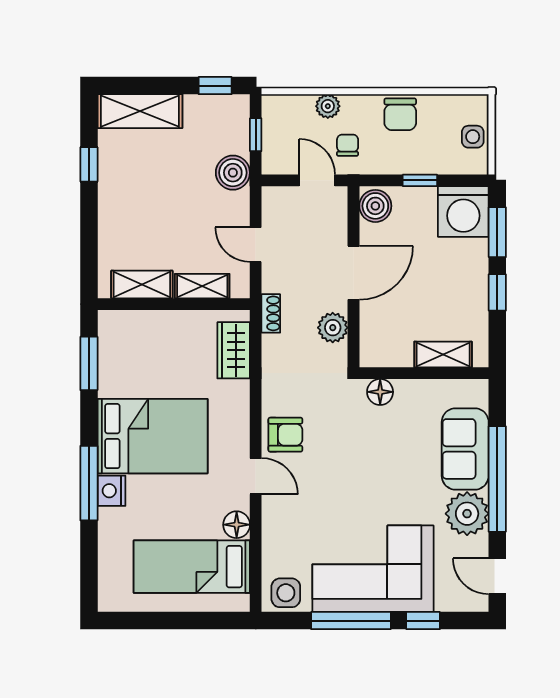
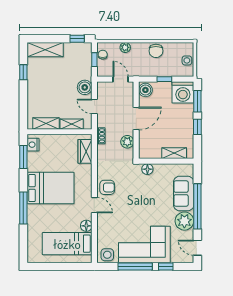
chair: (348, 145) -> (103, 55), moved
boiler: (233, 173) -> (85, 87), moved
nightstand: (111, 491) -> (33, 145), moved

